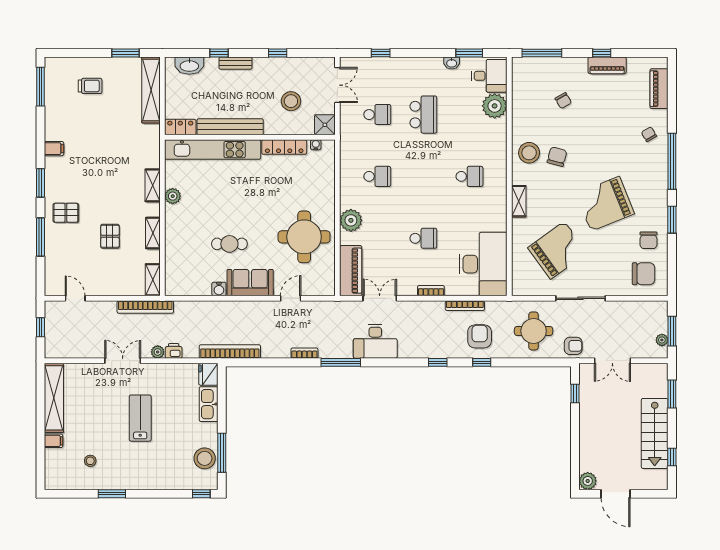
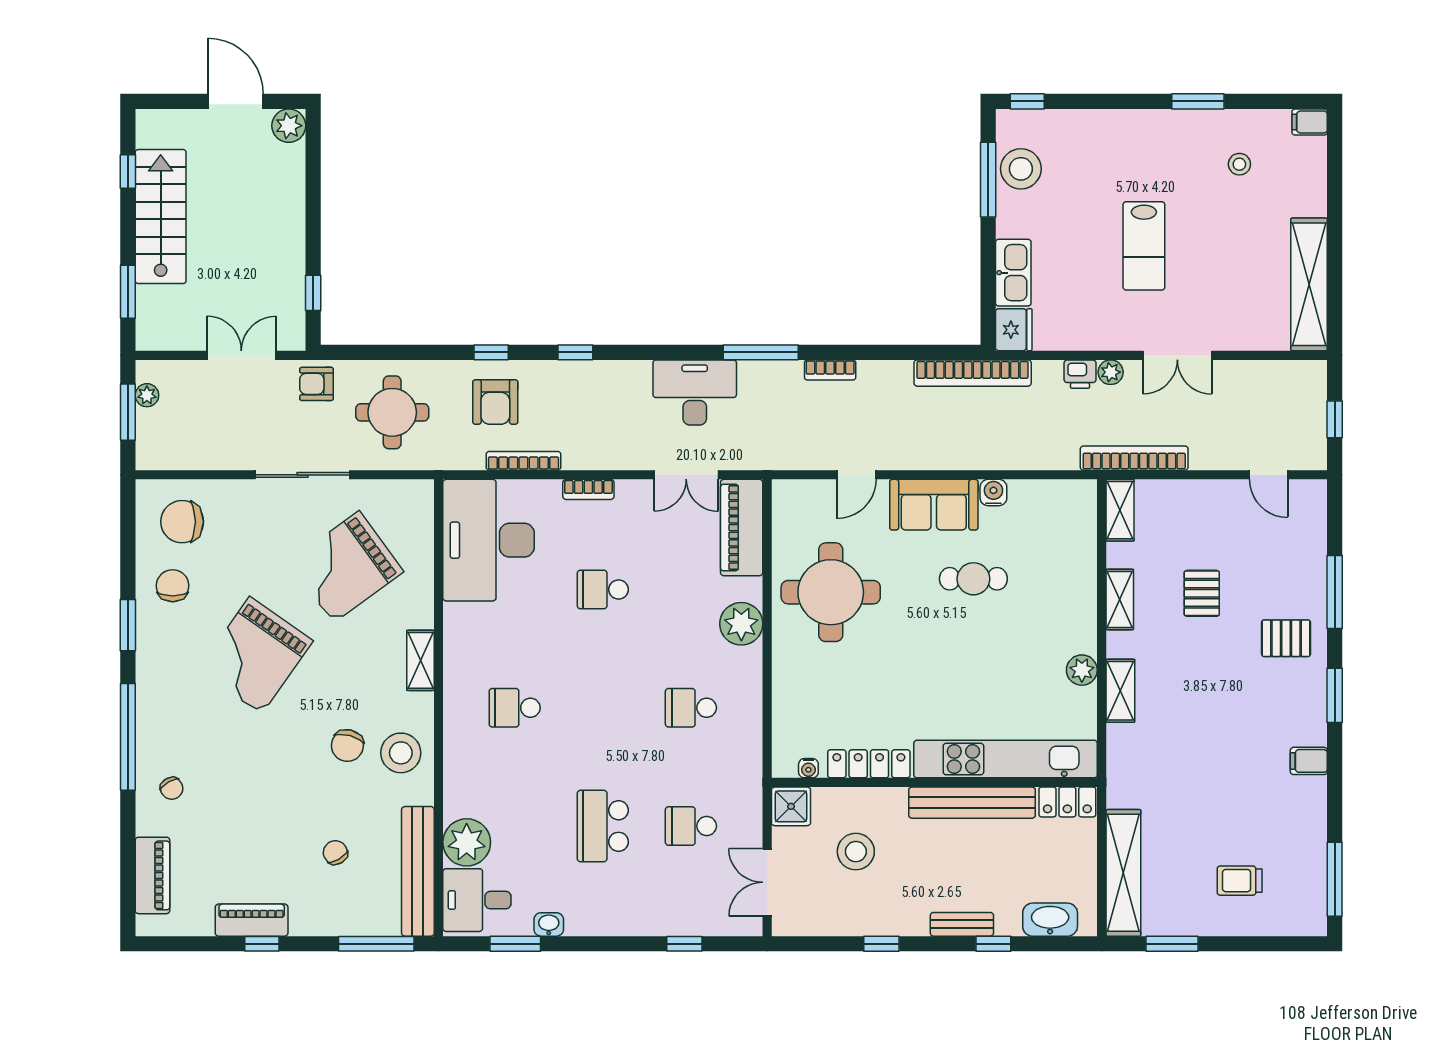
bench: (520, 91) -> (418, 871), added
grand piano: (605, 204) -> (256, 655), turned 147
filing cabinet: (54, 441) -> (1310, 122), moved

